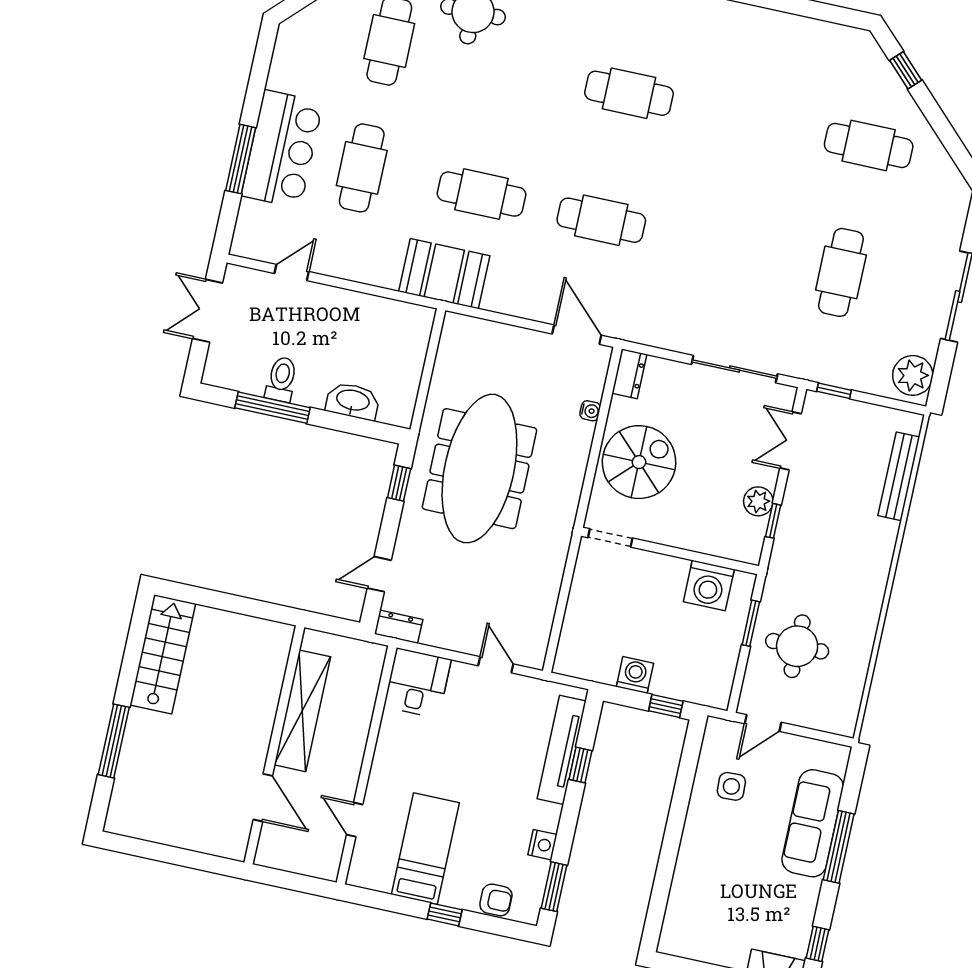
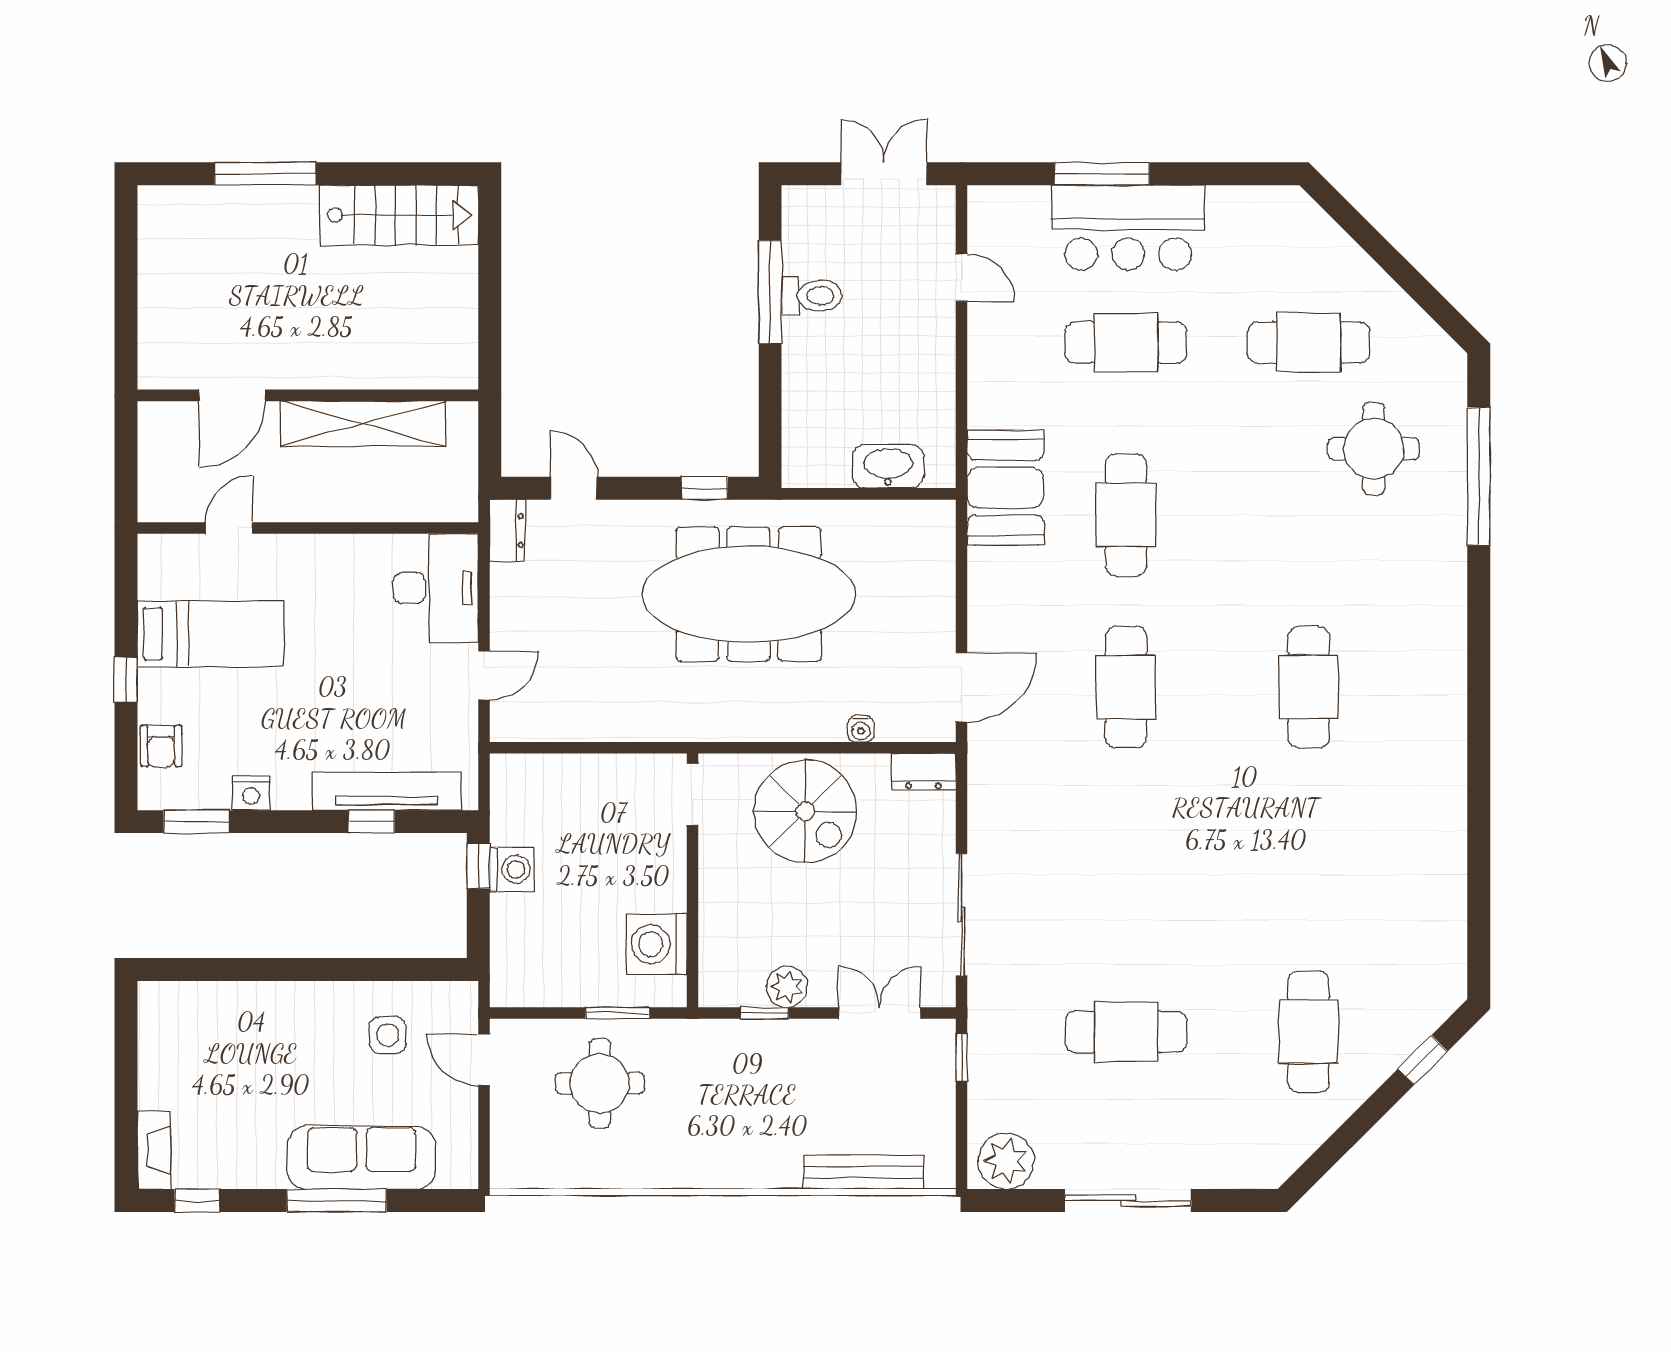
washbasin: (353, 401) -> (888, 466), moved, turned -90
desk: (417, 683) -> (436, 588), width x1.37
window: (666, 706) -> (478, 866), moved

